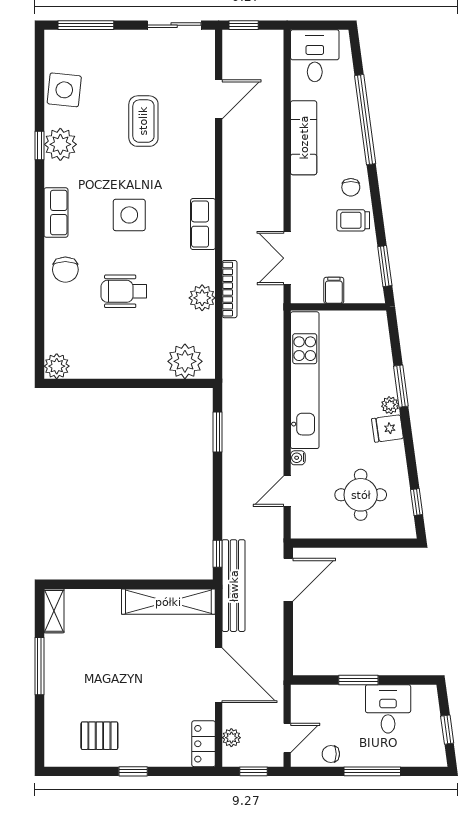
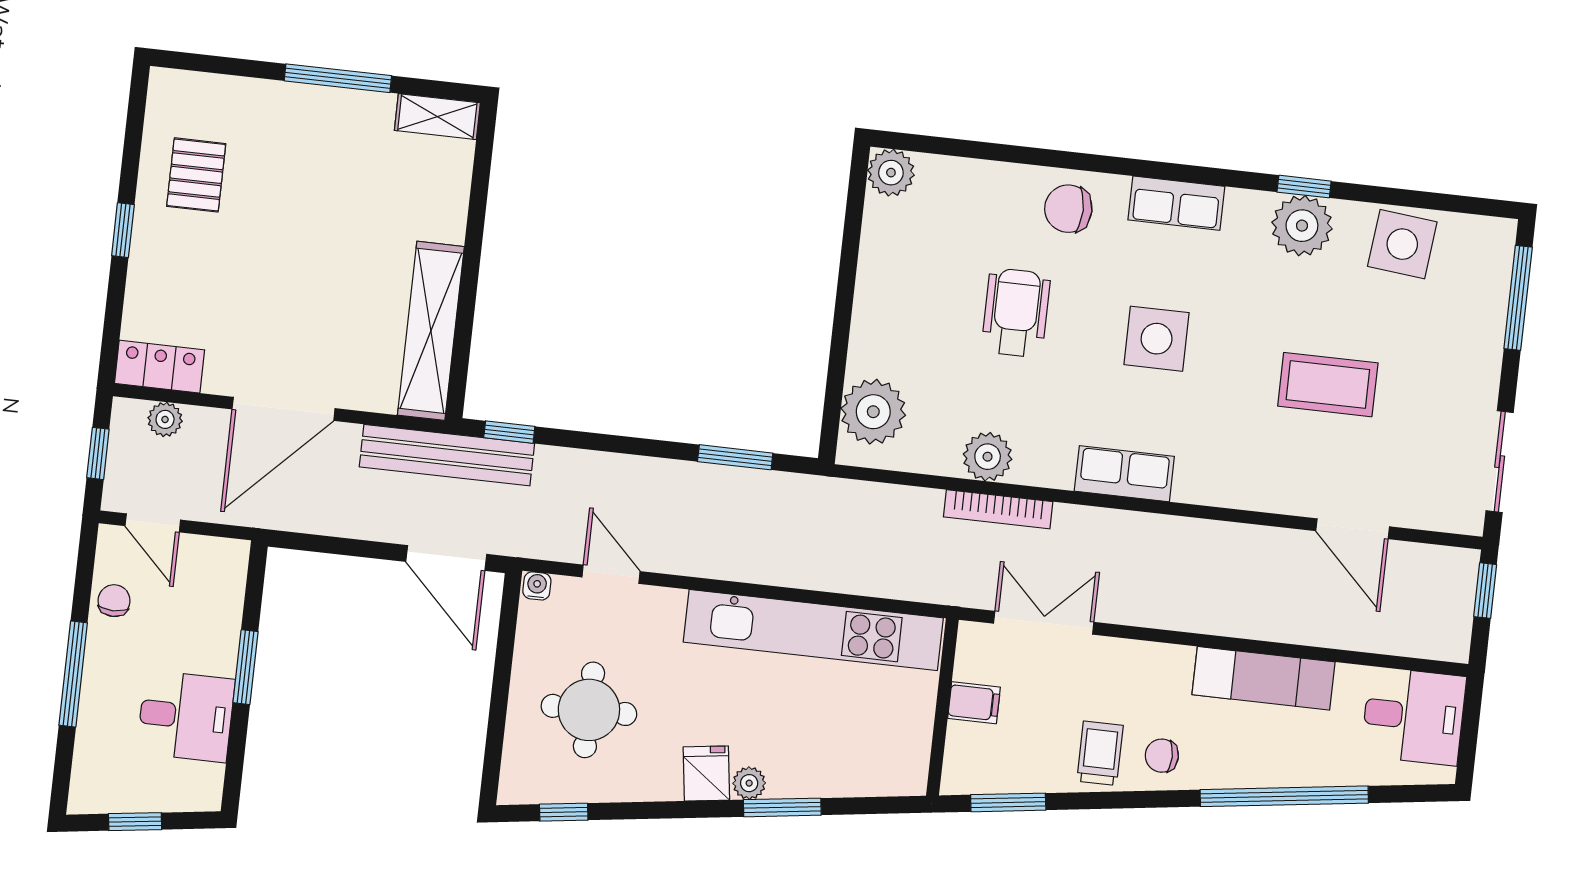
water cooler: (298, 458) -> (537, 586), moved

